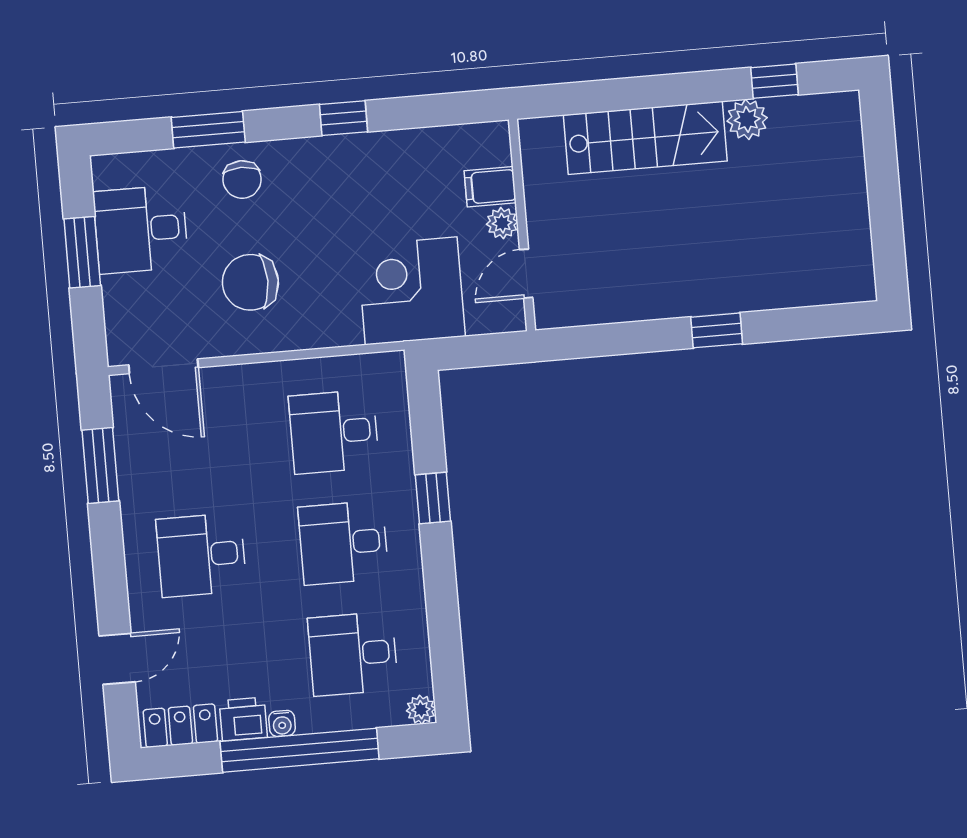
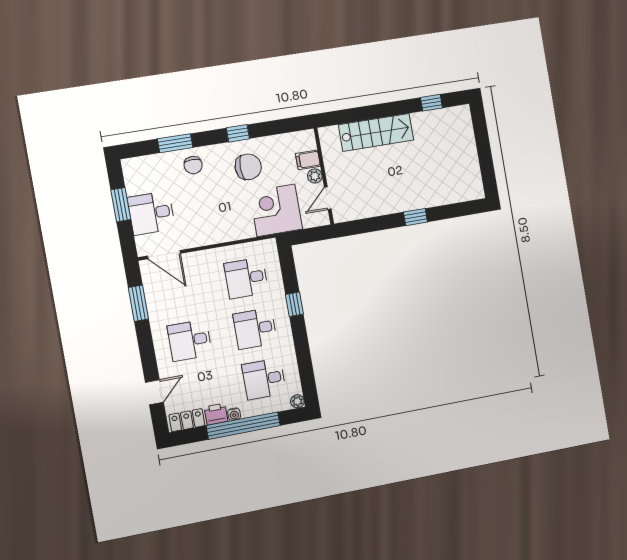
plant: (747, 119) -> (421, 121), removed
desk: (141, 229) -> (151, 213), moved
chair: (250, 282) -> (248, 167), moved, turned 180

